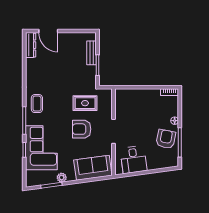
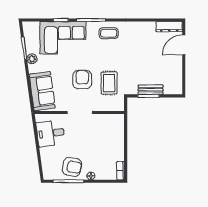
bench: (91, 53) -> (151, 90), moved

